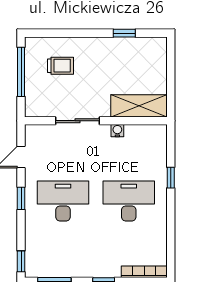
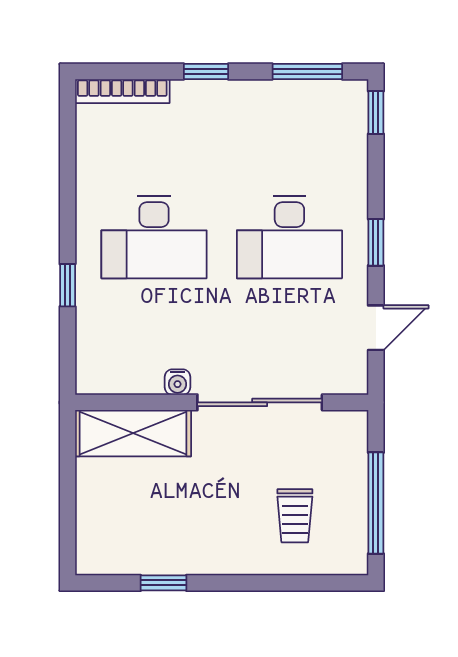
trolley: (60, 66) -> (295, 516), turned -90
sliding door: (77, 121) -> (260, 402), width x1.37

